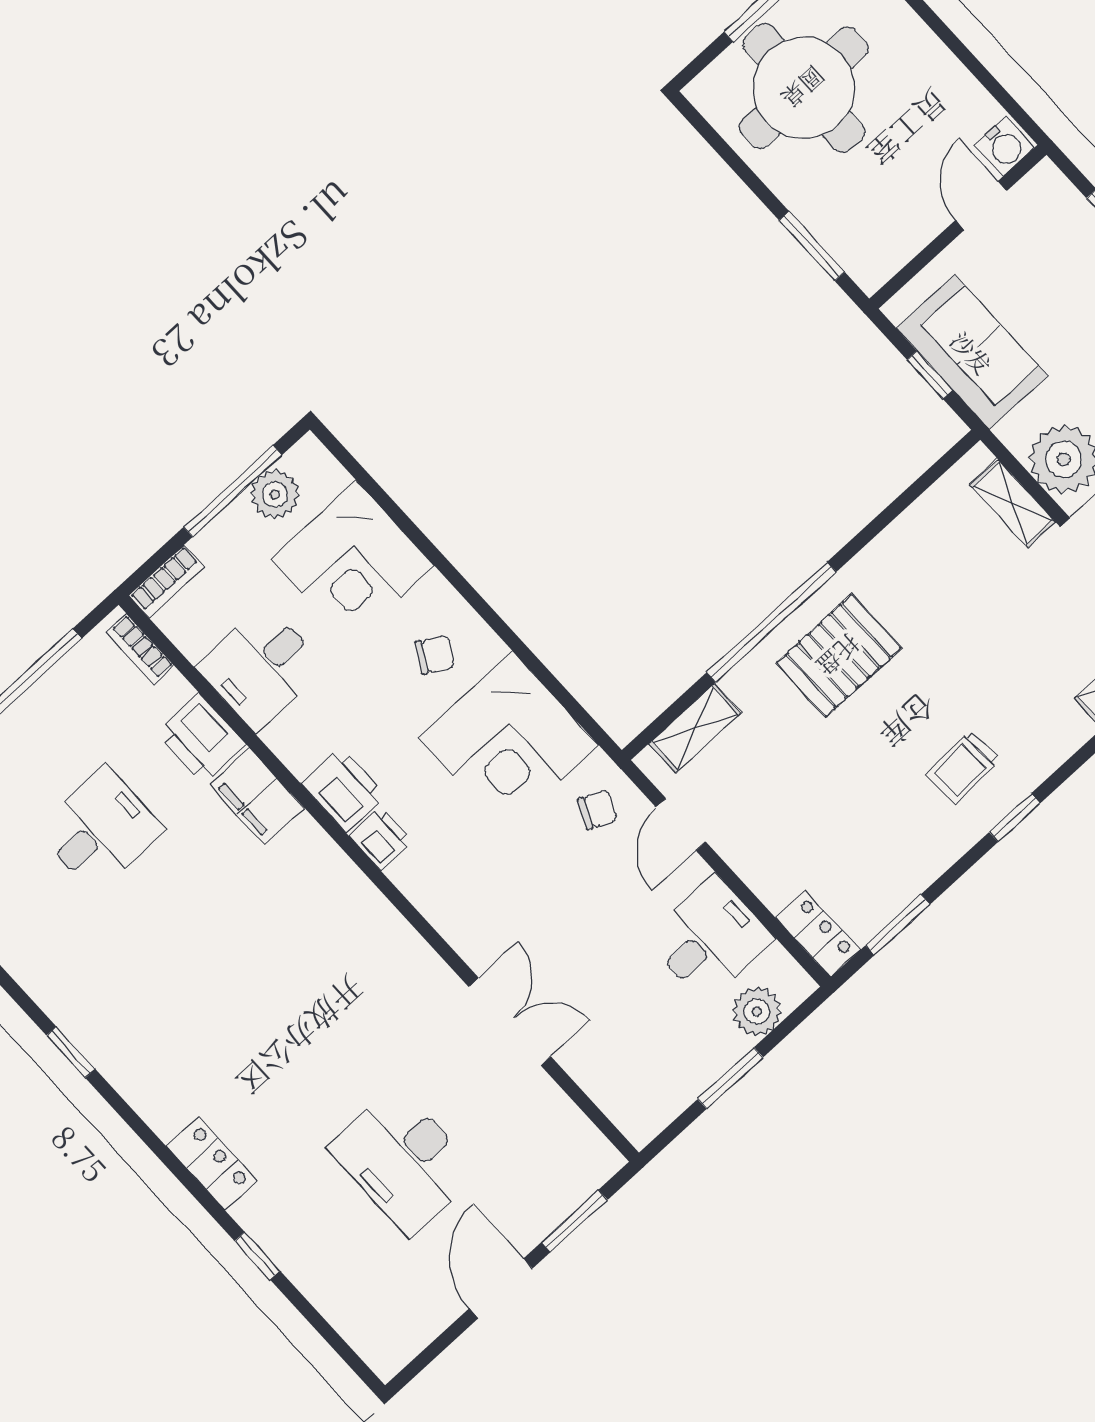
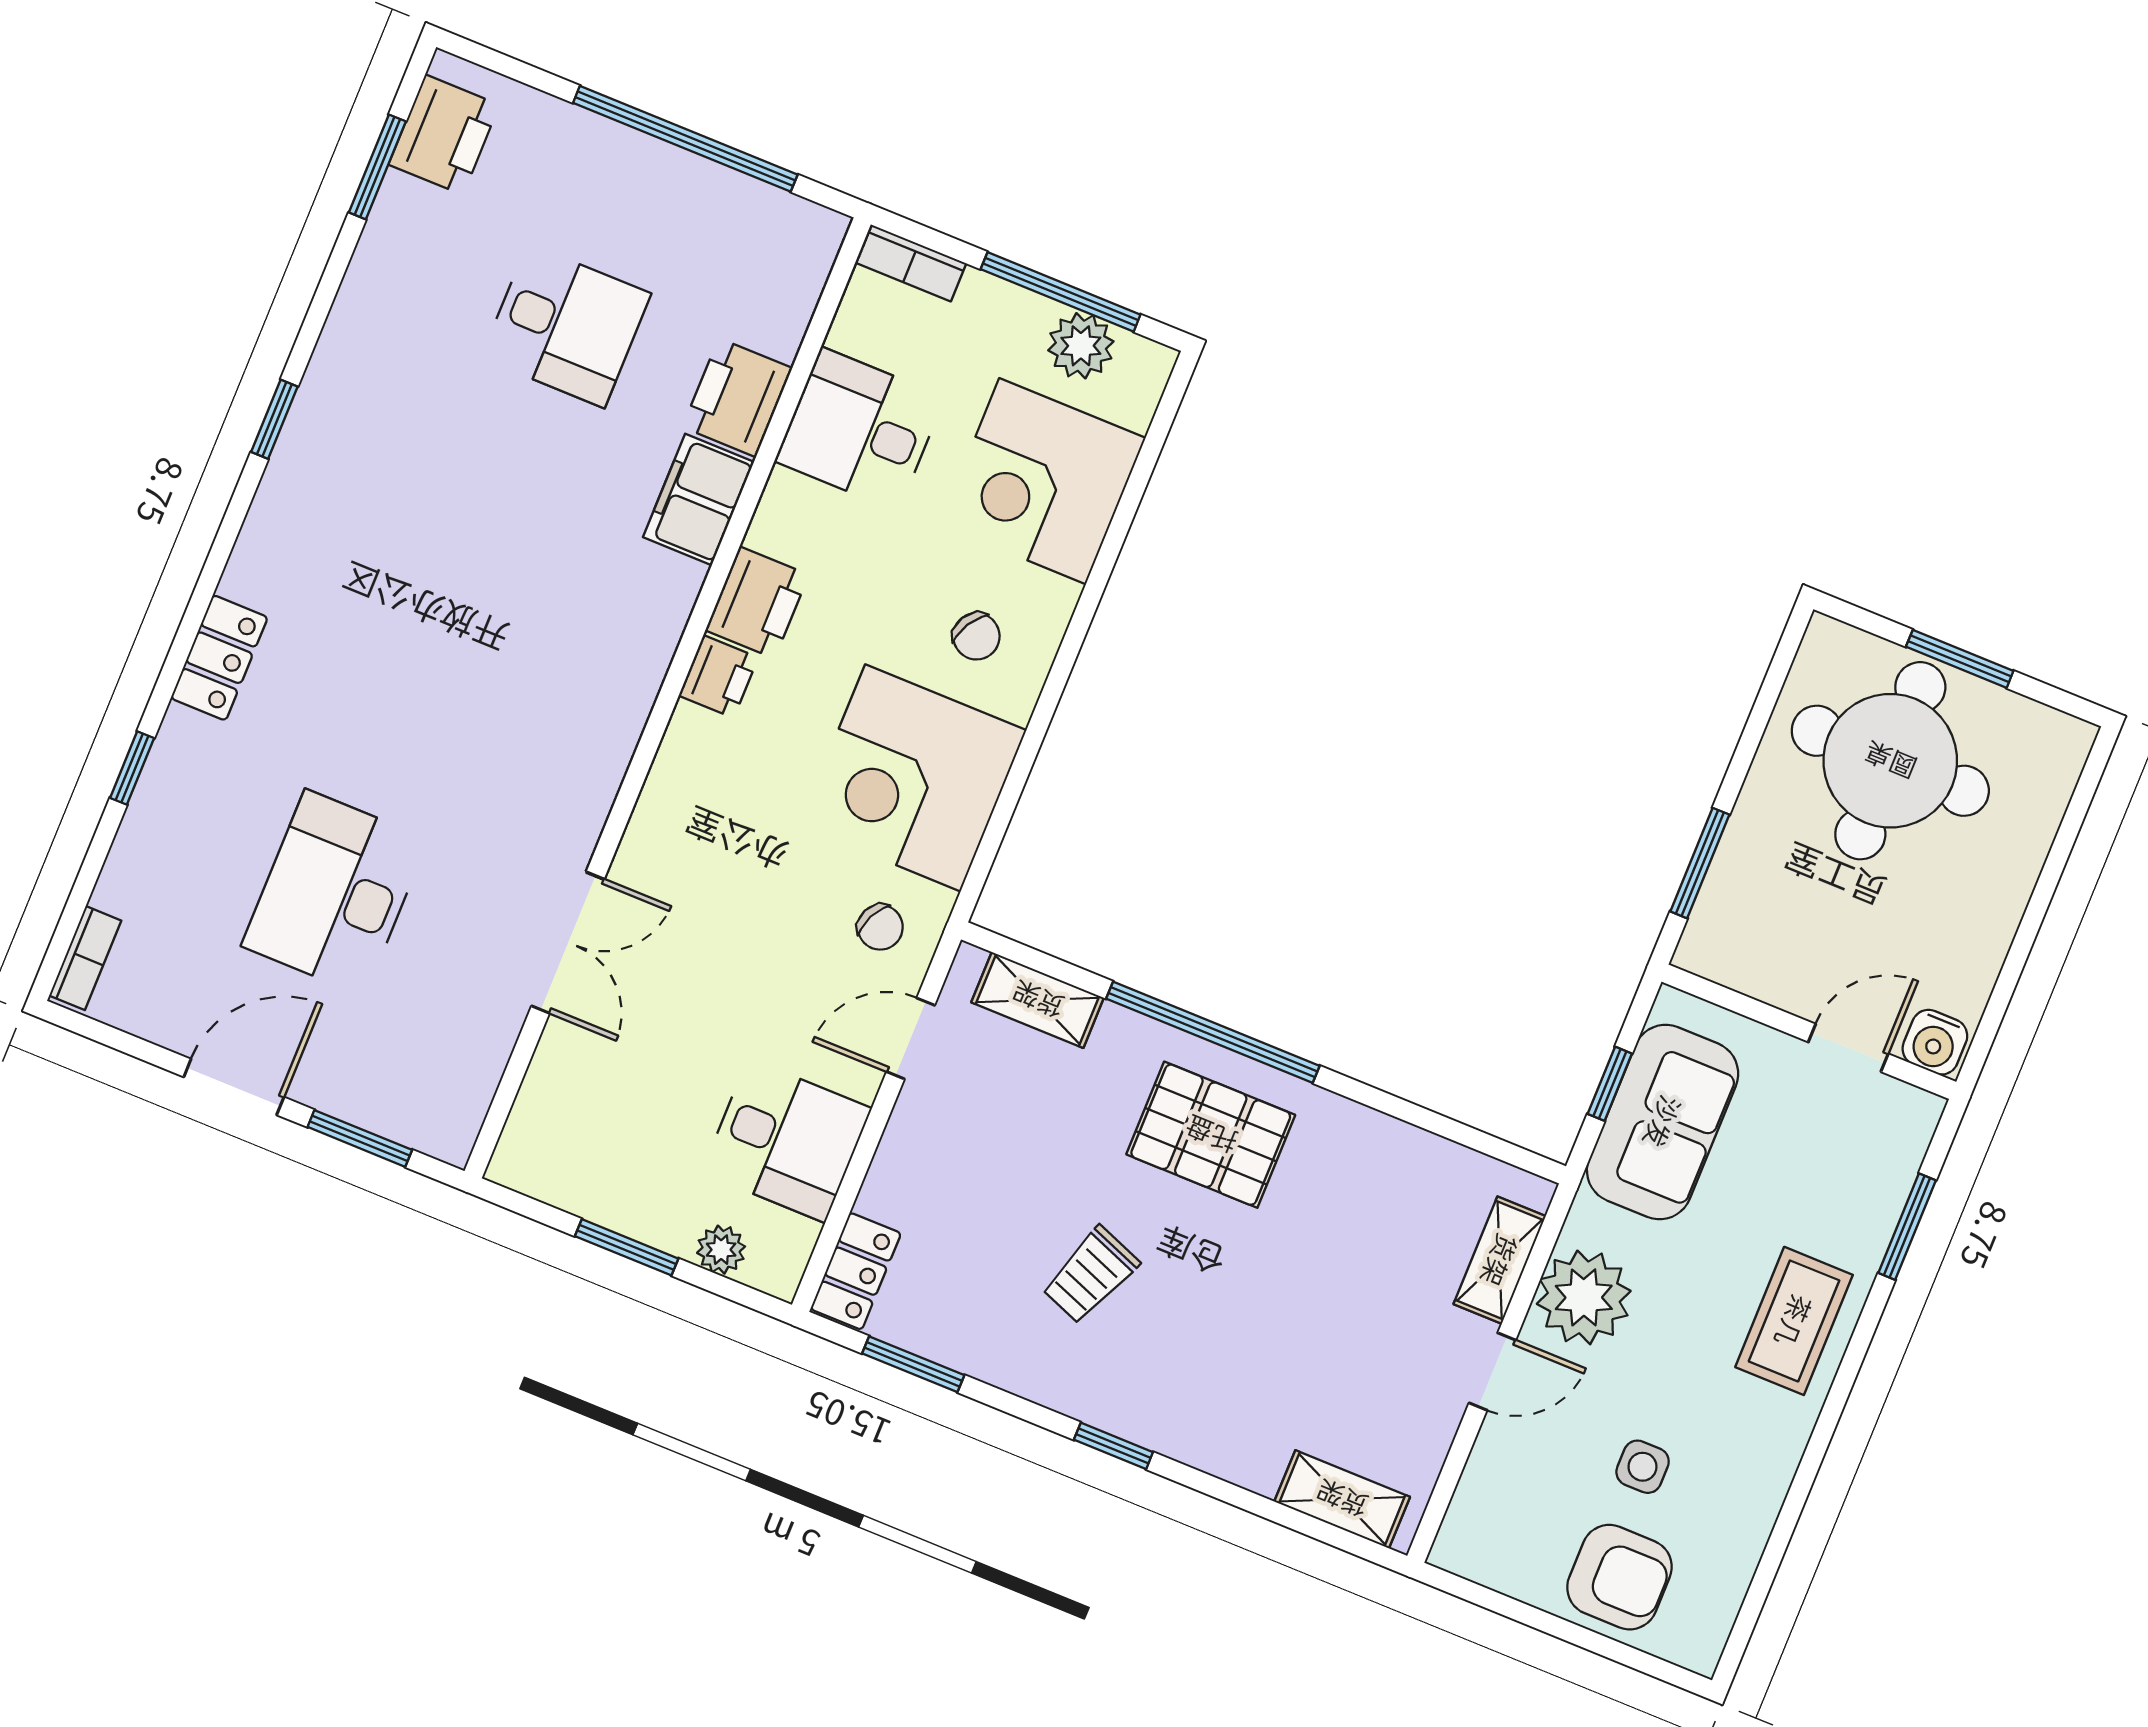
bookcase: (140, 649) -> (85, 958), moved, turned 180
trolley: (963, 767) -> (1090, 1275), moved, turned -66
plant: (757, 1011) -> (721, 1250), width x0.73, depth x0.73

